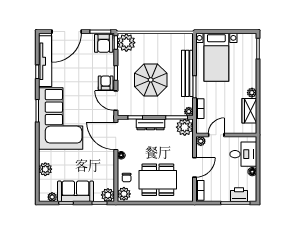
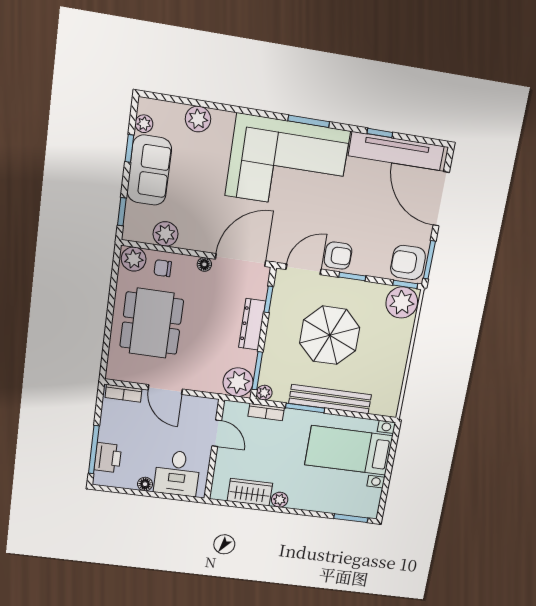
plant: (201, 141) -> (210, 406), removed
plant: (108, 195) -> (166, 234), moved

